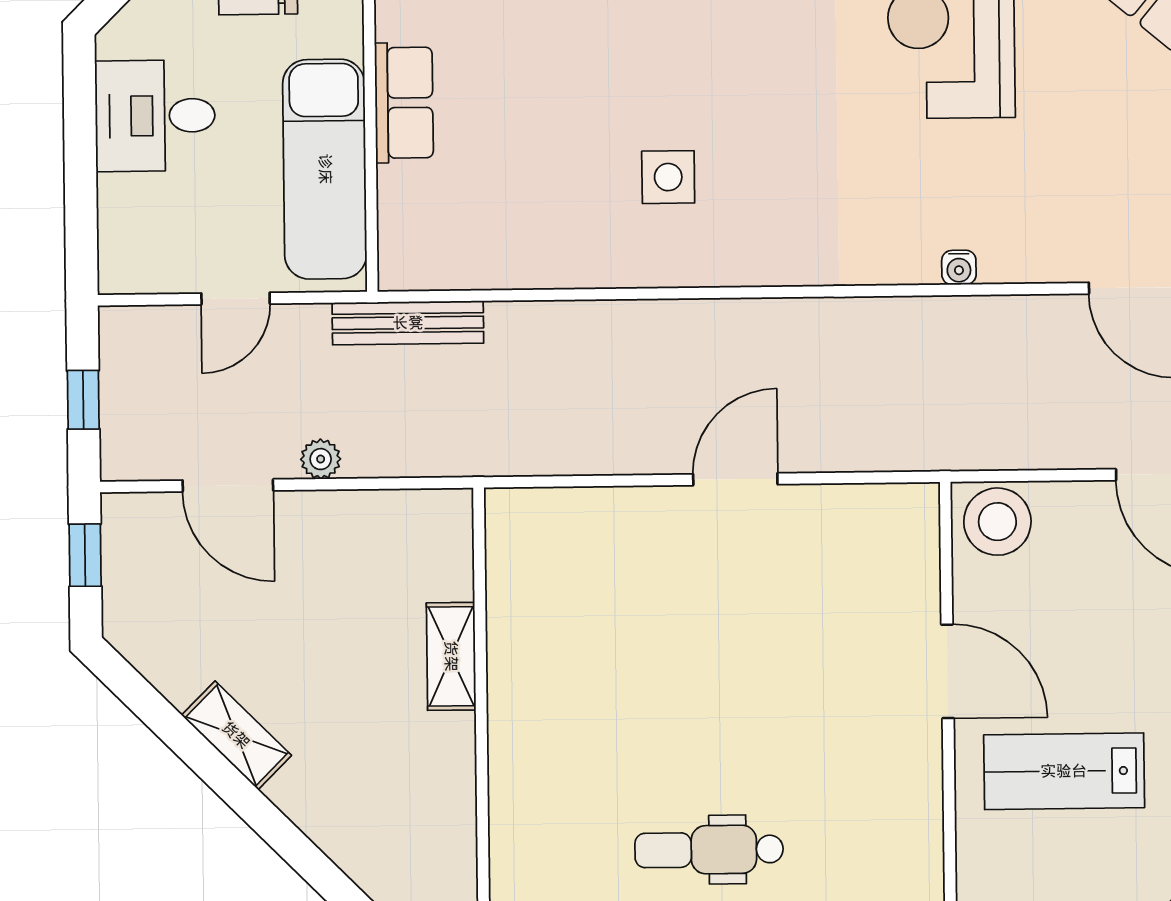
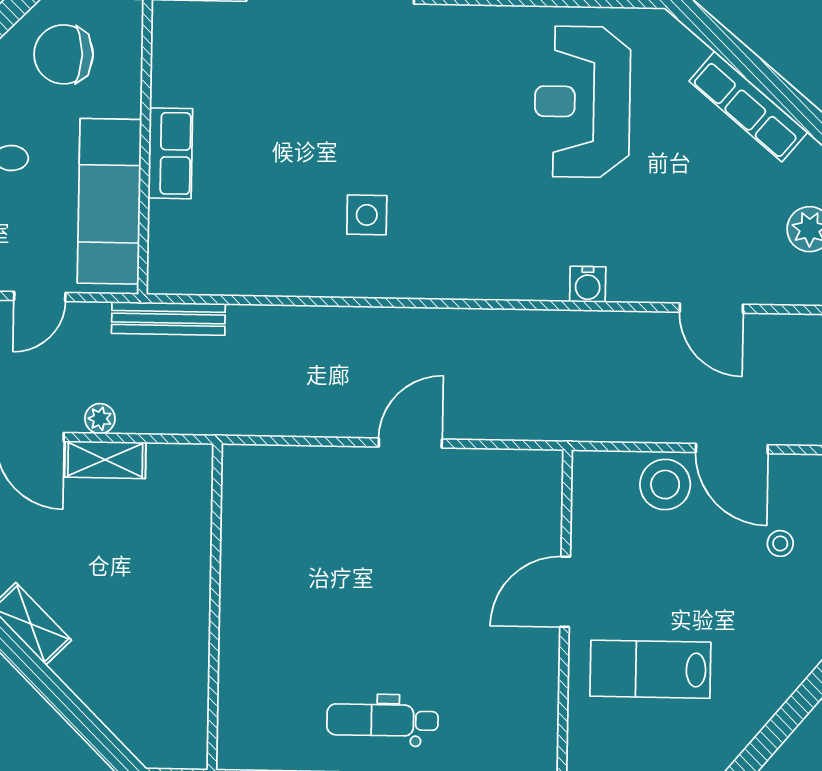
water cooler: (959, 267) -> (588, 284), width x1.38, depth x1.38
stool: (997, 522) -> (665, 485), moved
shelving: (451, 656) -> (105, 460), moved, turned 90
door: (948, 671) -> (565, 592), swing flipped

